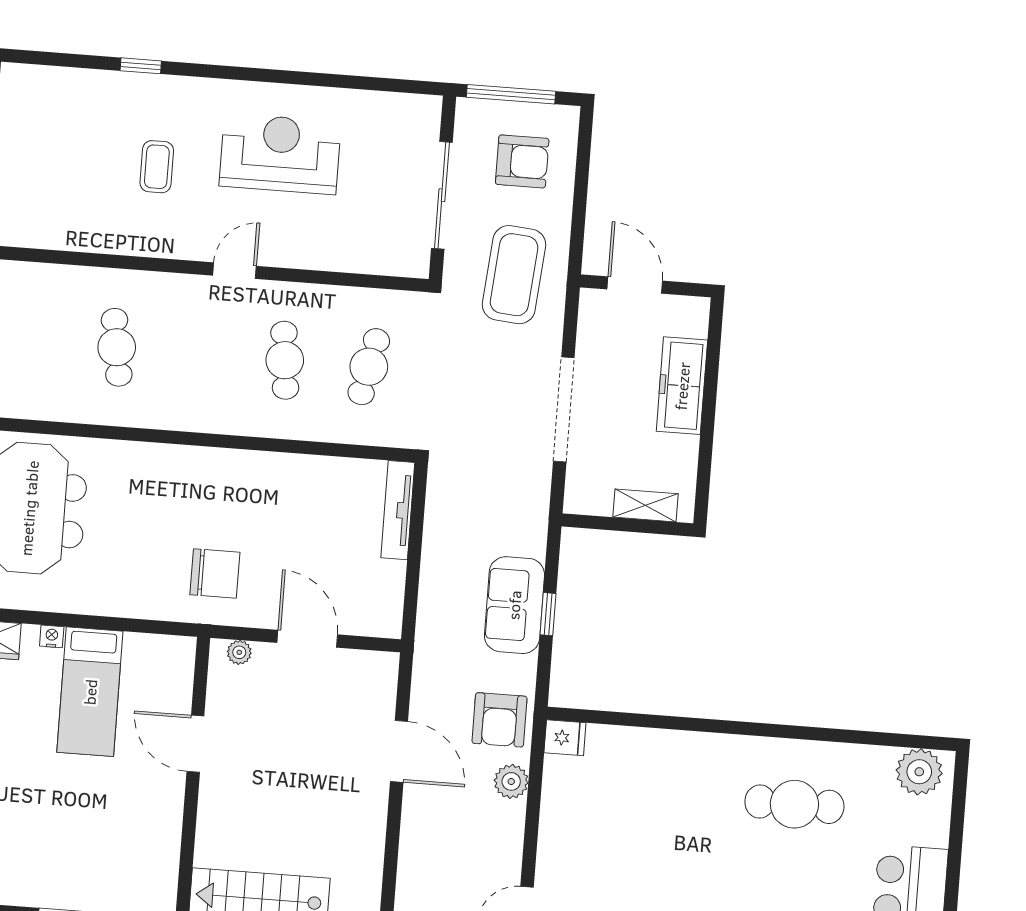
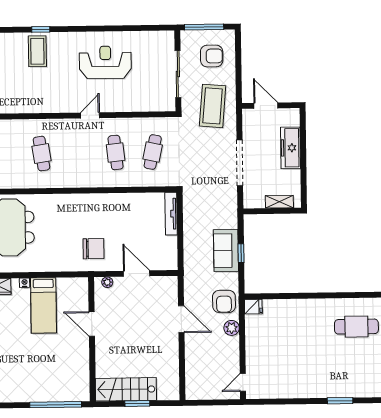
coffee table: (157, 167) -> (37, 51), moved, width x1.36, depth x1.30

